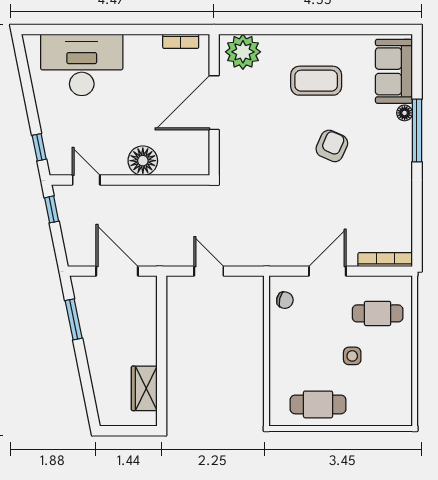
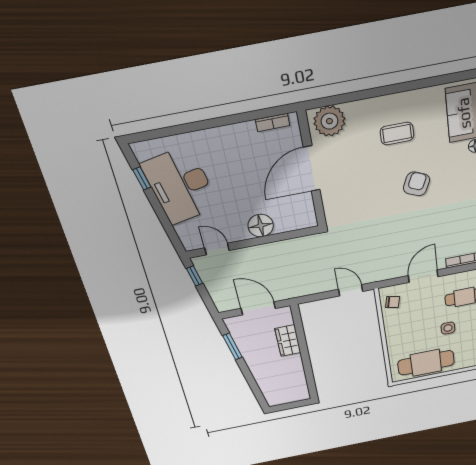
desk: (82, 65) -> (180, 186), moved, turned -101
coffee table: (316, 81) -> (397, 134), width x0.73, depth x0.77
window: (39, 147) -> (142, 178), moved
door: (209, 271) -> (351, 290), moved
wardrobe: (144, 388) -> (288, 341), moved
cafe table: (318, 404) -> (426, 363), width x1.37, depth x1.35

